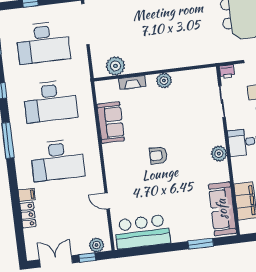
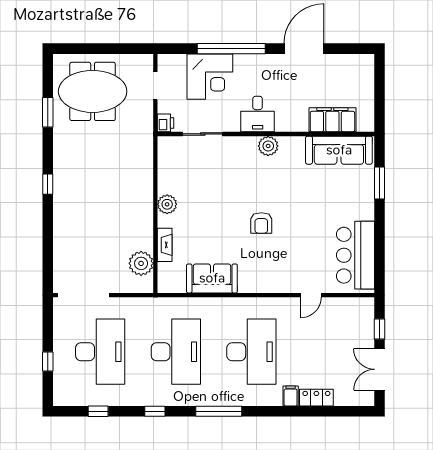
plant: (97, 245) -> (365, 315), removed

